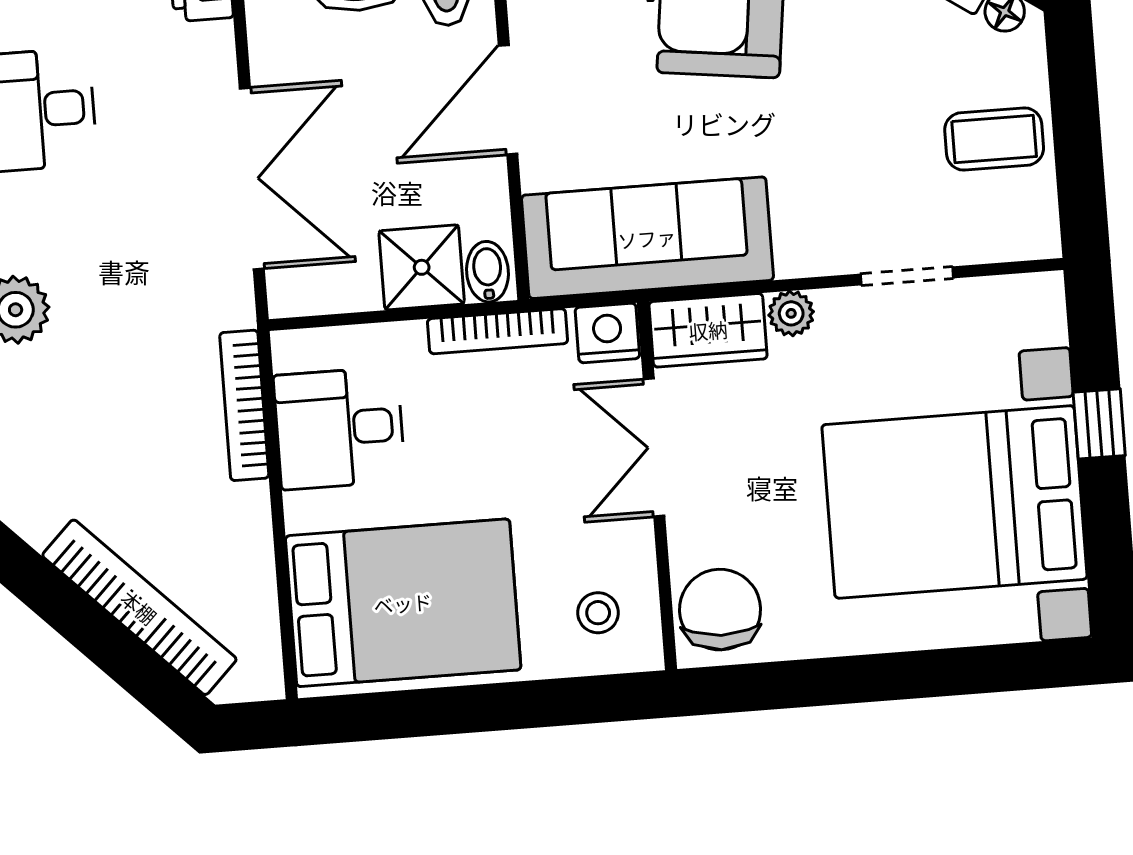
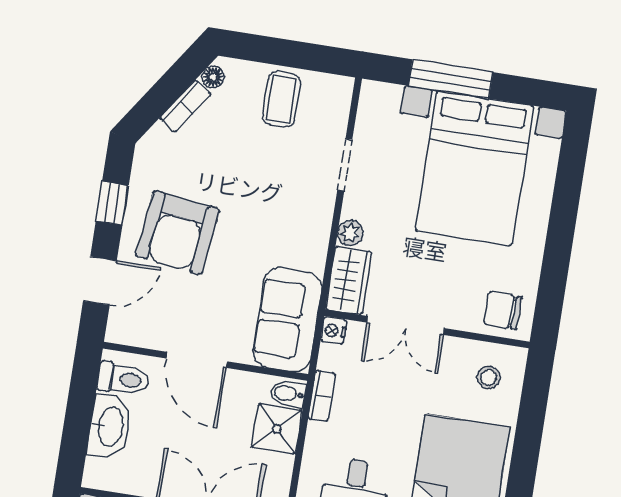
sofa: (647, 238) -> (287, 320), width x0.73
bookcase: (497, 331) -> (322, 396), width x0.64
nightstand: (607, 333) -> (334, 331), width x0.72, depth x0.74
window: (1099, 424) -> (451, 79), width x2.17
chair: (720, 610) -> (503, 310), width x0.73, depth x0.73

